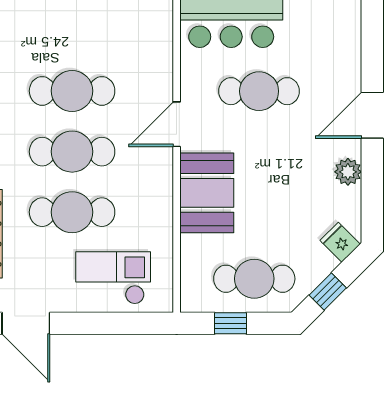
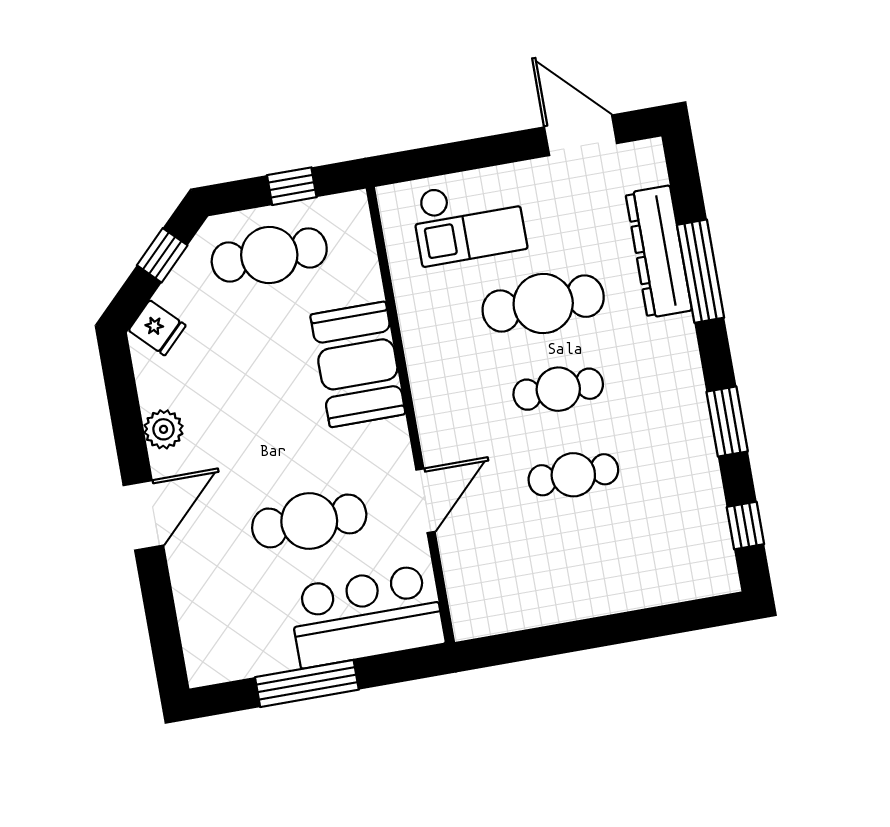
cafe table: (72, 91) -> (573, 475), width x0.73, depth x0.74
door: (177, 124) -> (426, 501), moved
cafe table: (72, 152) -> (558, 389), width x0.73, depth x0.74

